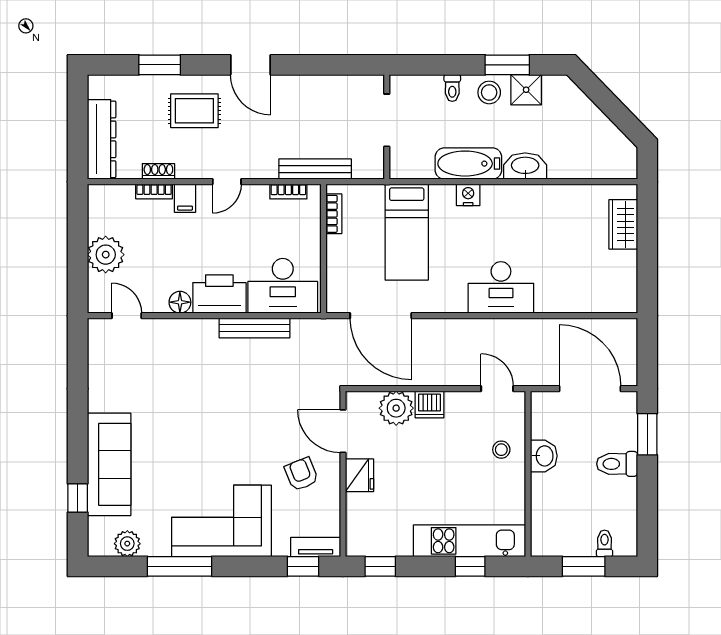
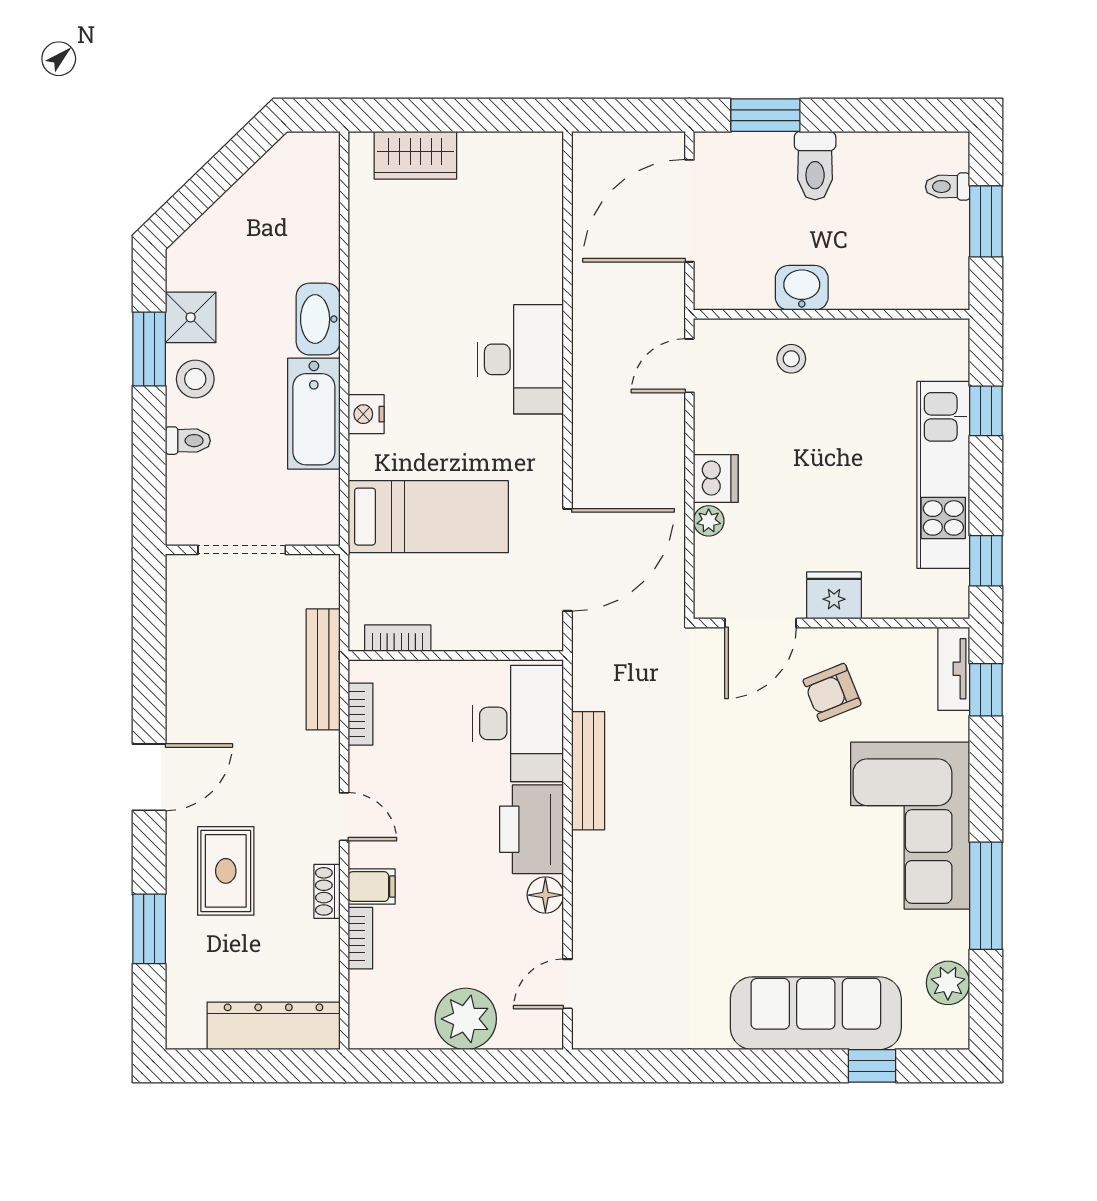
shoe rack: (158, 171) -> (327, 891), moved
plant: (396, 408) -> (709, 521), width x0.53, depth x0.53
kitchen unit: (469, 541) -> (943, 475), moved

